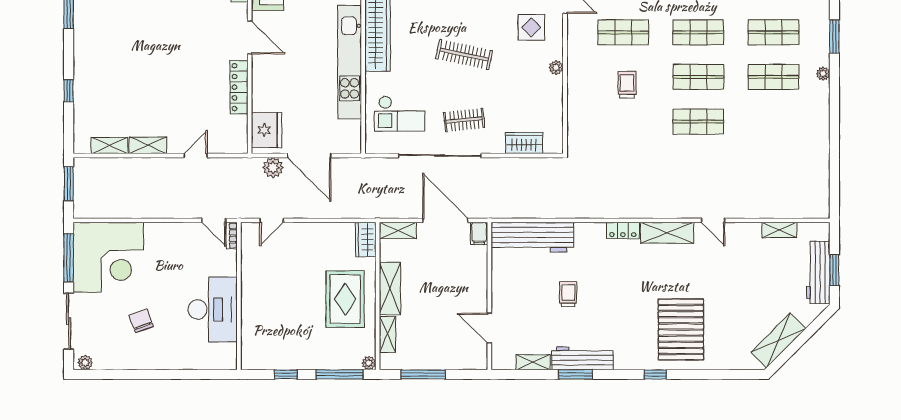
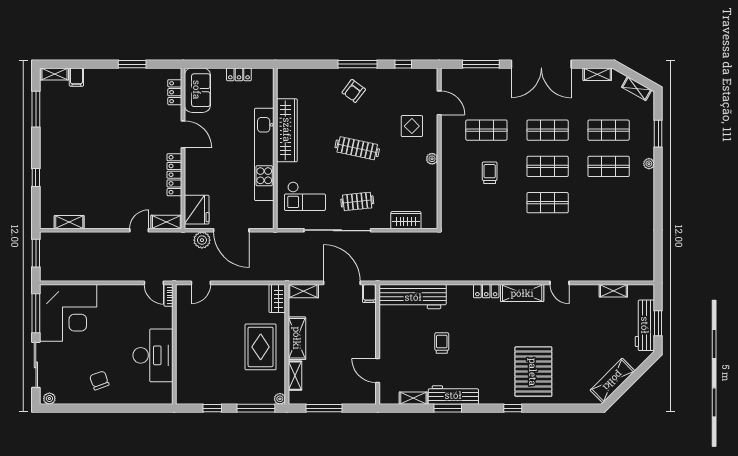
shelving: (148, 145) -> (166, 222), moved
chair: (141, 321) -> (99, 380), moved

